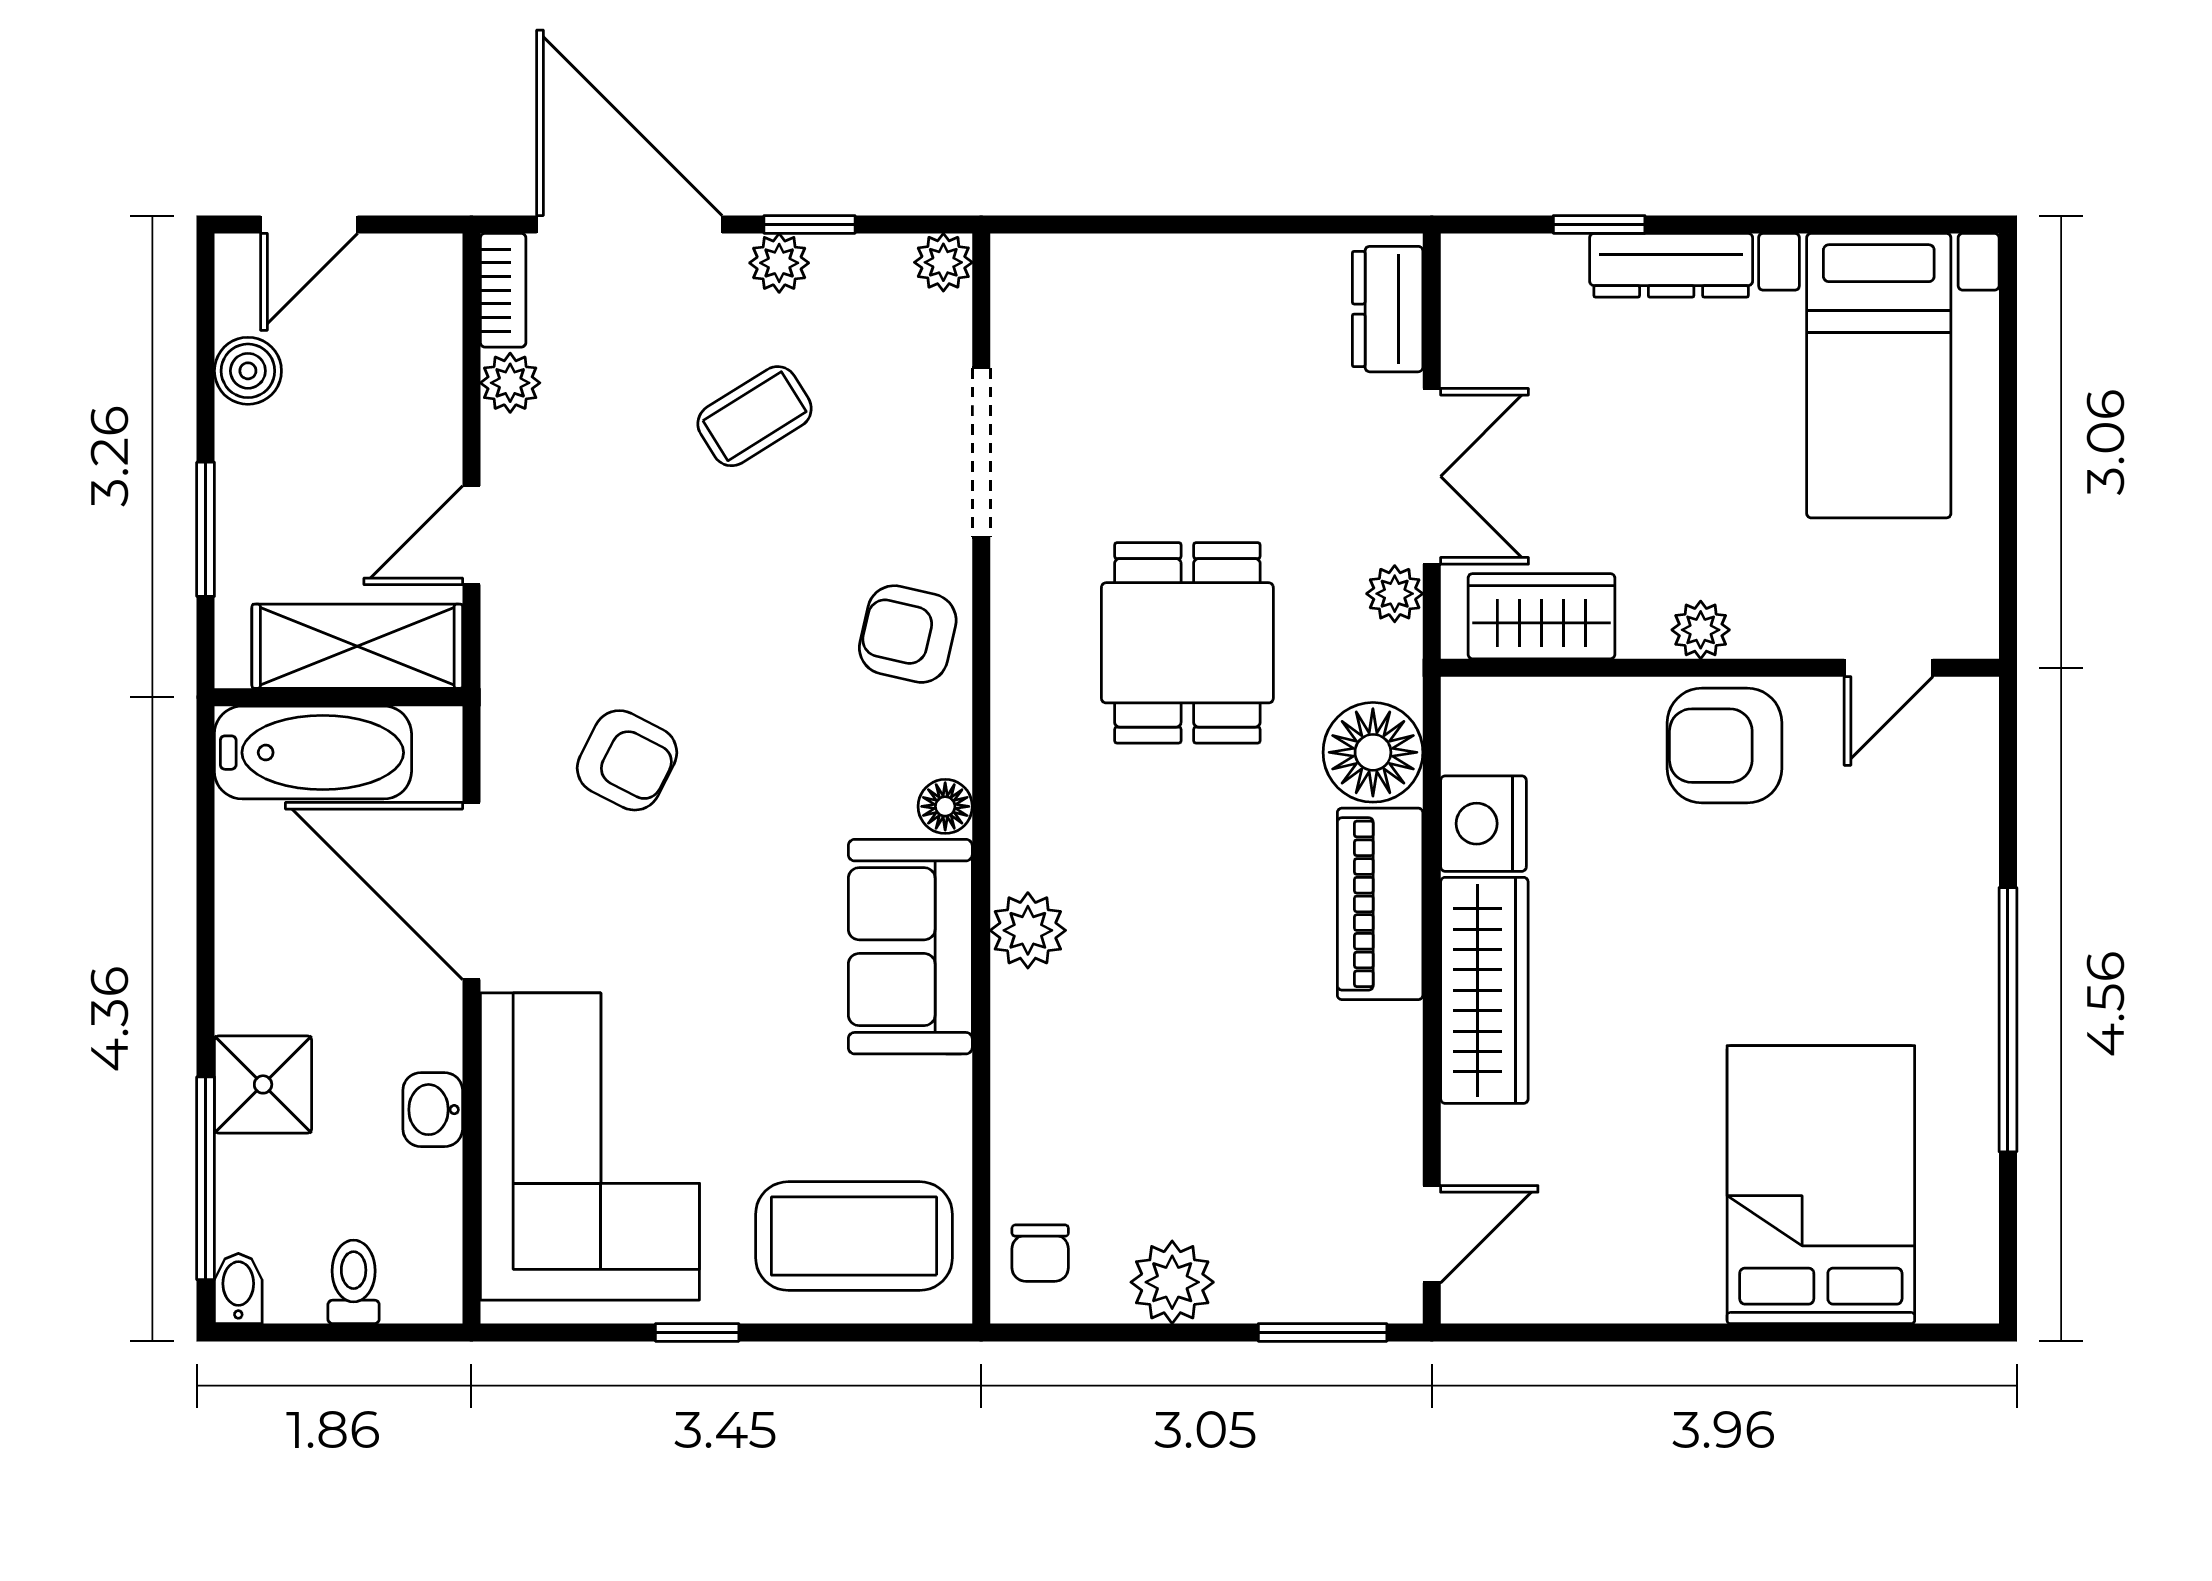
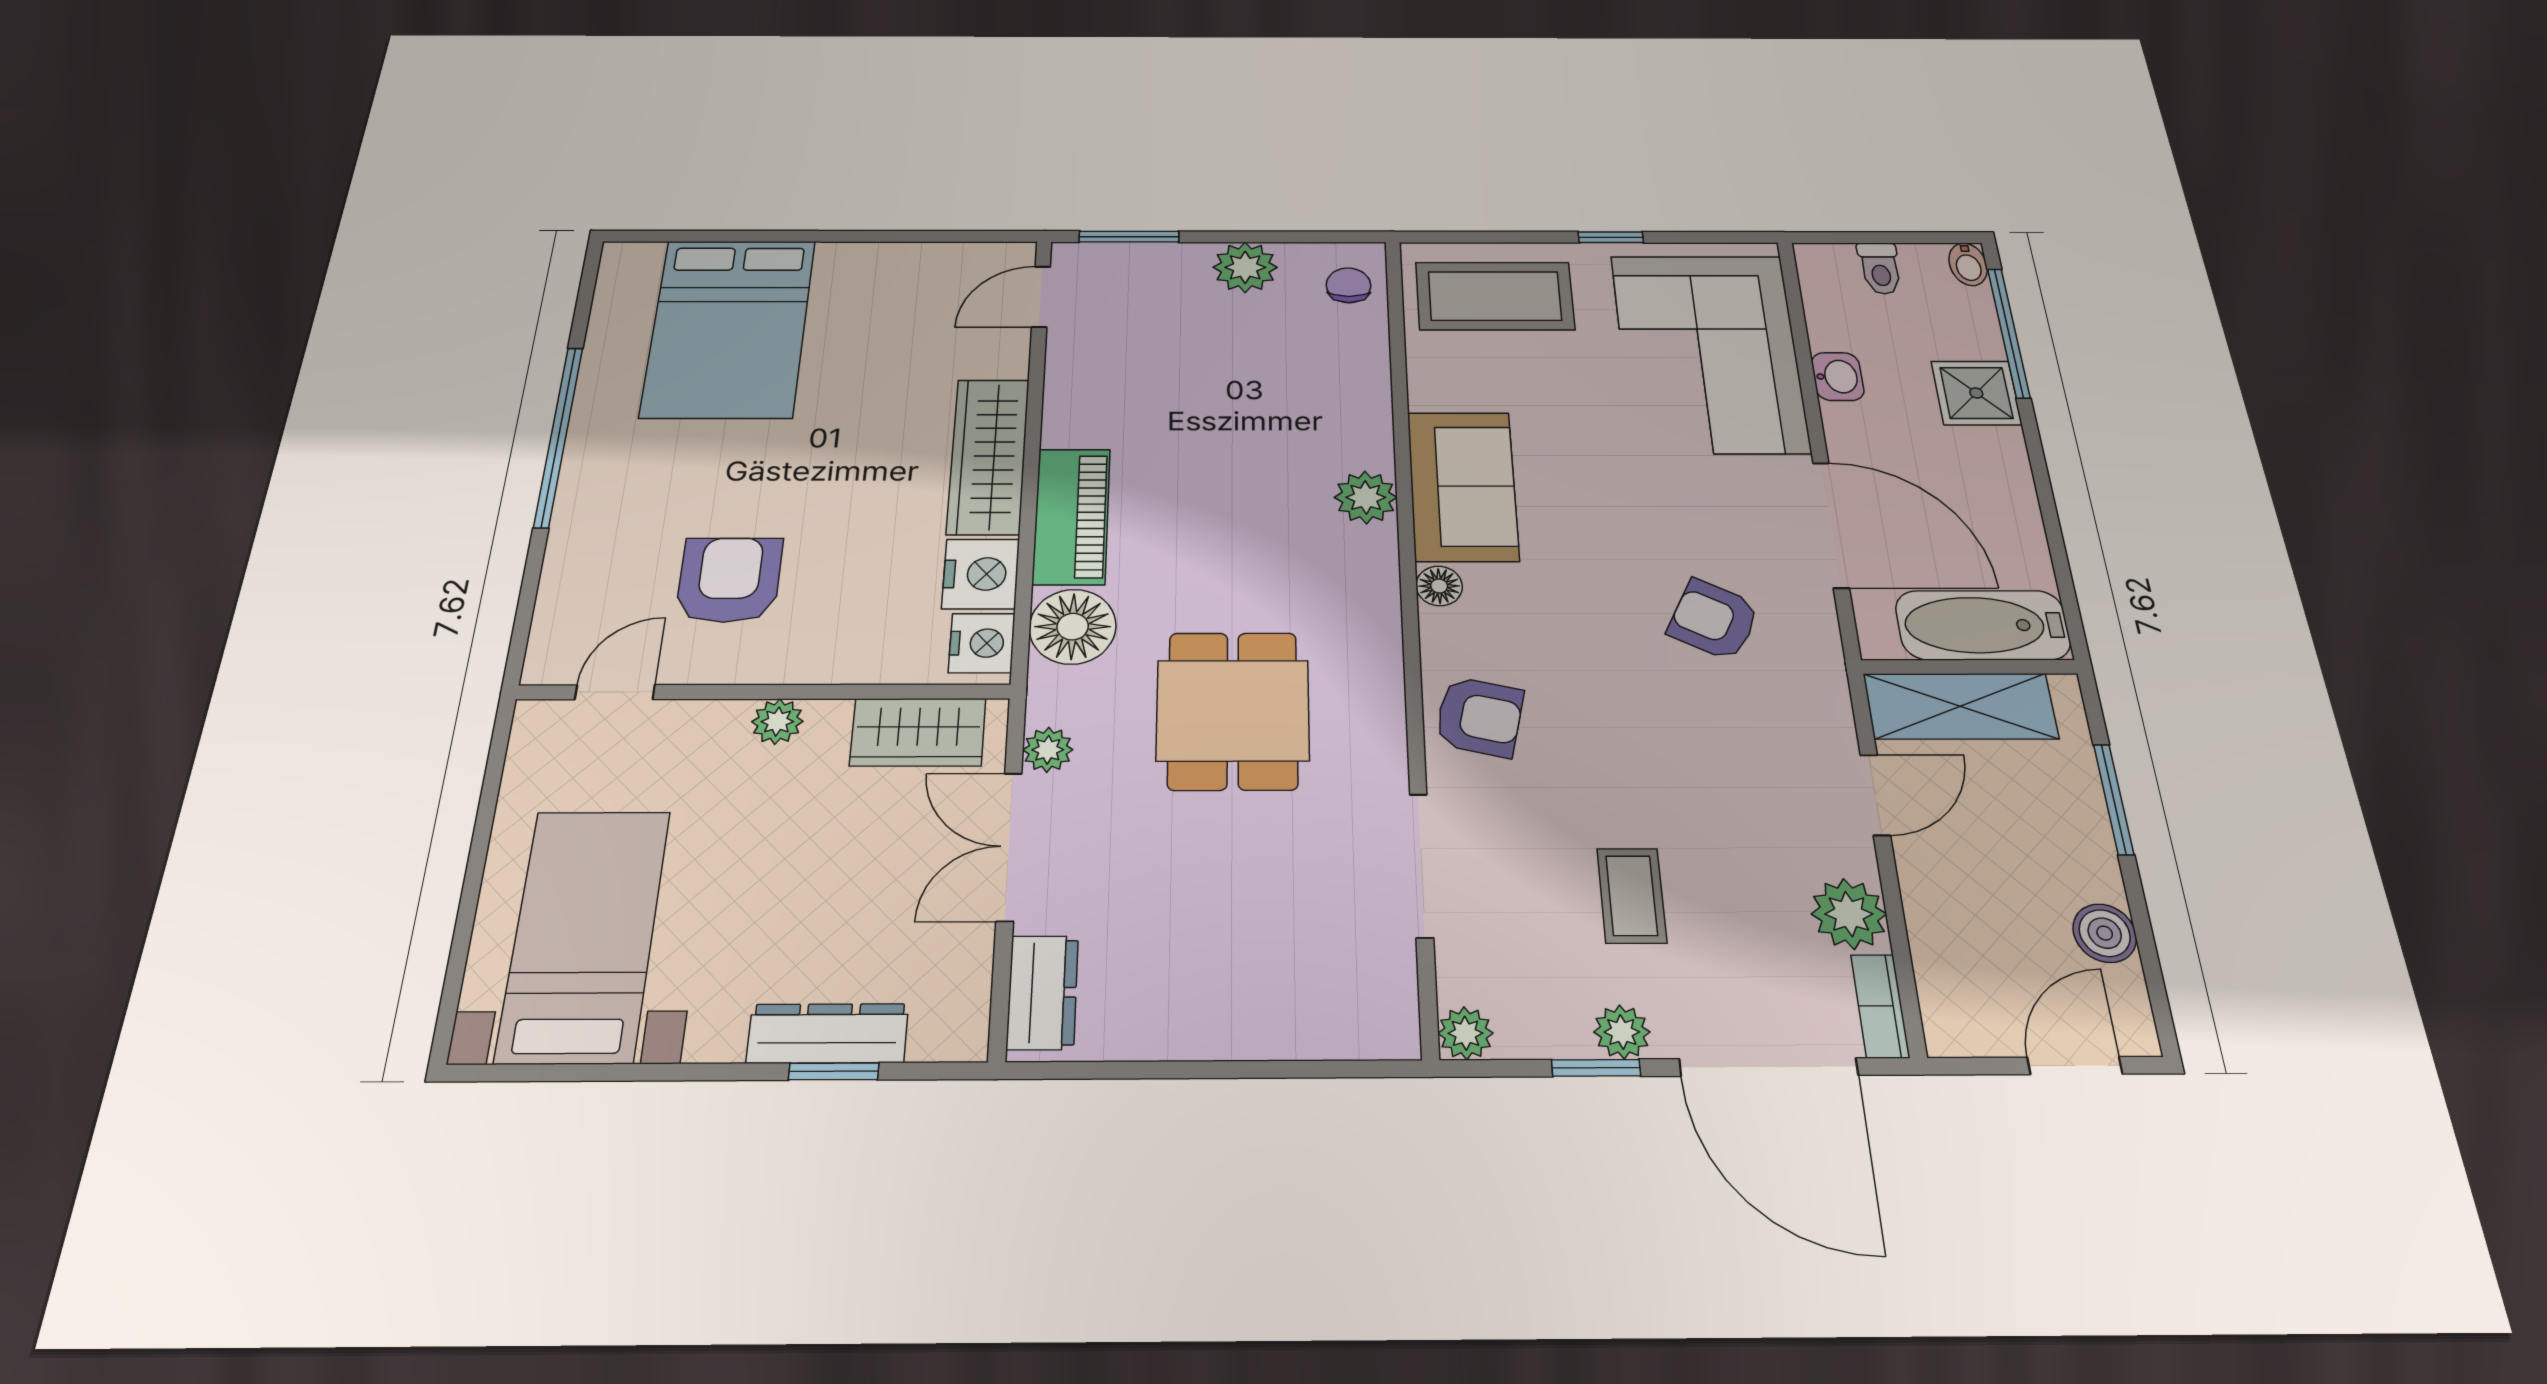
dresser: (1671, 265) -> (828, 1033), moved
plant: (510, 383) -> (1849, 914), width x1.38, depth x1.38
coffee table: (755, 416) -> (1632, 895), turned -58
nightstand: (1477, 731) -> (982, 643), added
armchair: (1725, 746) -> (729, 580), moved, turned -90

